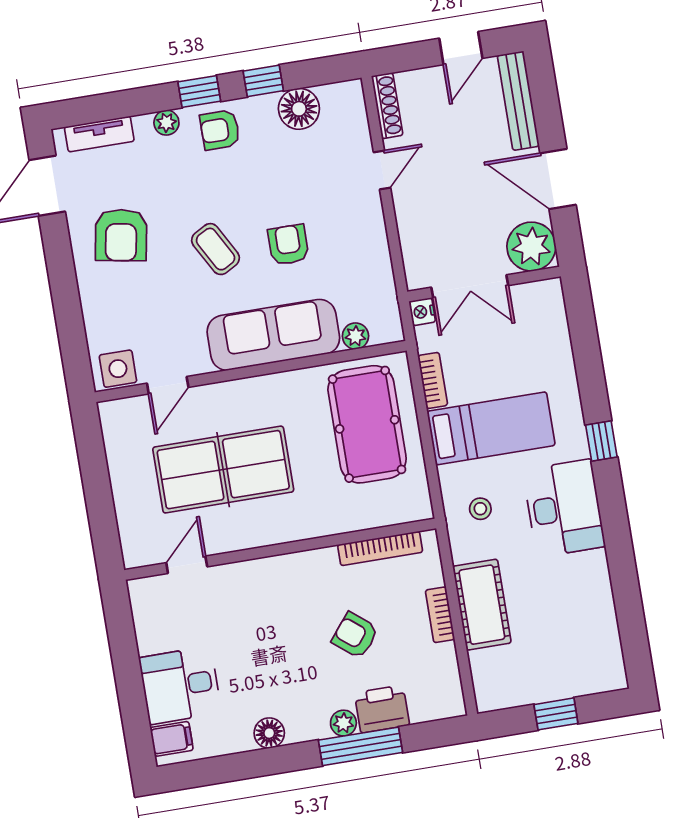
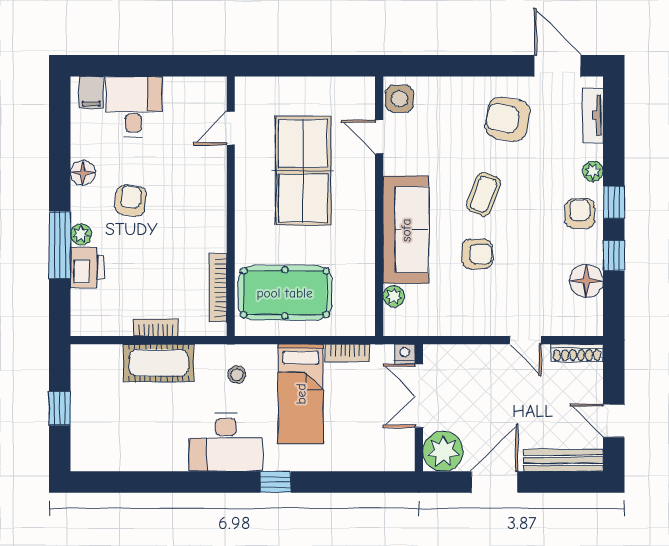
coffee table: (216, 249) -> (483, 194), turned -40
pool table: (367, 424) -> (285, 293), moved
door: (187, 565) -> (231, 128), swing flipped
armchair: (355, 635) -> (130, 201), moved, turned -32

